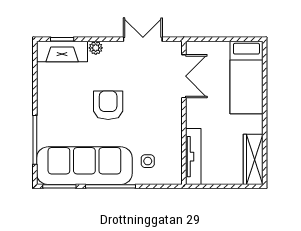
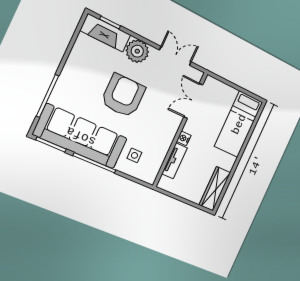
plant: (96, 48) -> (137, 51), width x1.87, depth x1.87
double door: (184, 76) -> (193, 101), swing flipped
armchair: (108, 105) -> (123, 96), width x1.36, depth x1.36
nightstand: (192, 120) -> (184, 138), added
tv unit: (193, 157) -> (175, 161), width x0.71

